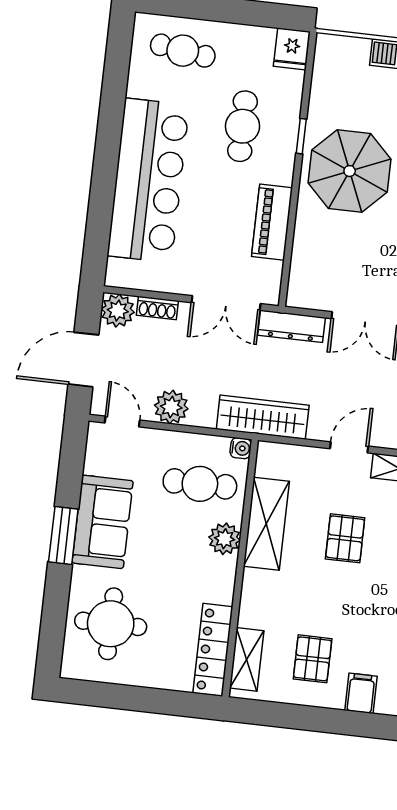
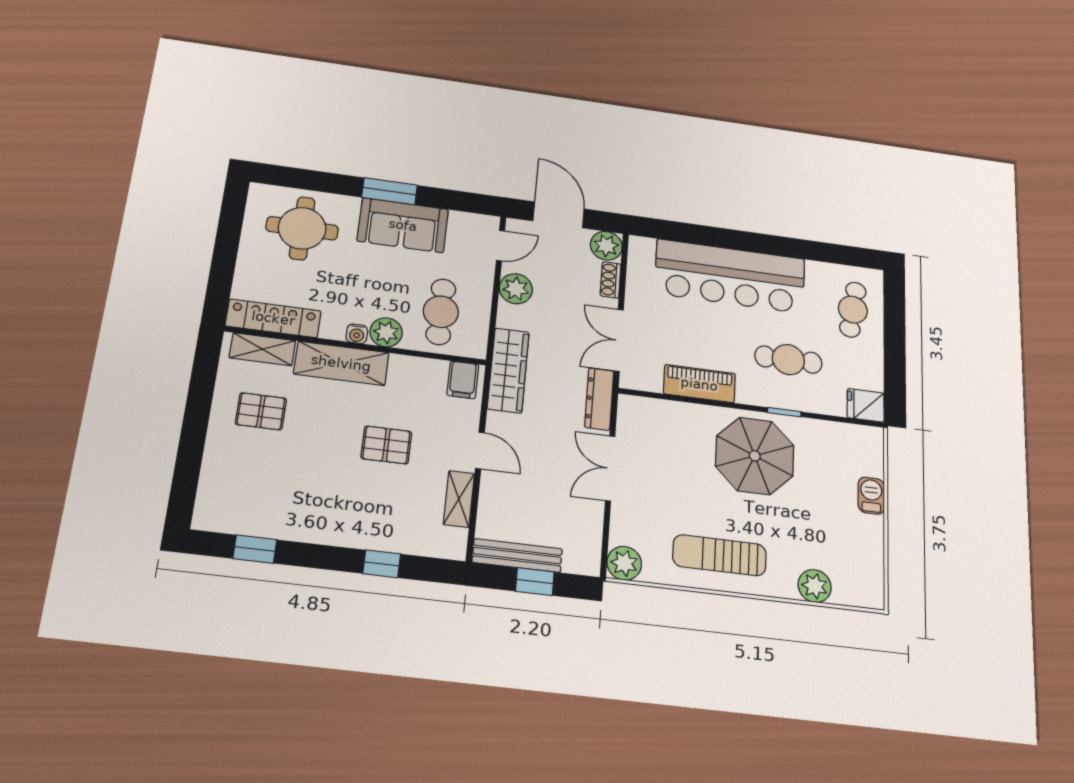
water cooler: (241, 448) -> (357, 334), moved
shelving: (266, 524) -> (341, 363), moved
filing cabinet: (361, 693) -> (463, 380), moved, turned 90

